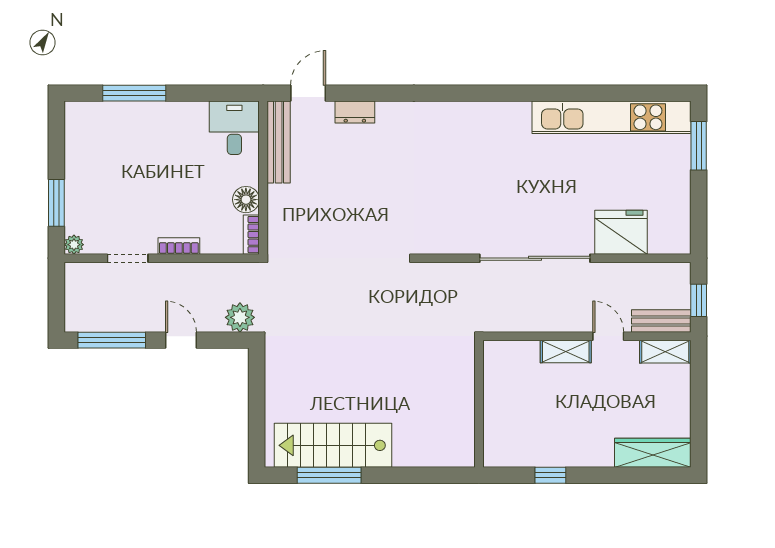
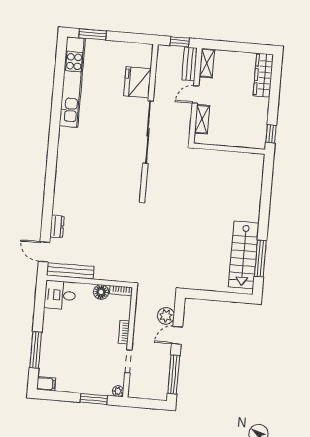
filing cabinet: (76, 117) -> (46, 384), added
plant: (240, 317) -> (166, 316), moved
wall: (479, 404) -> (229, 149), moved

